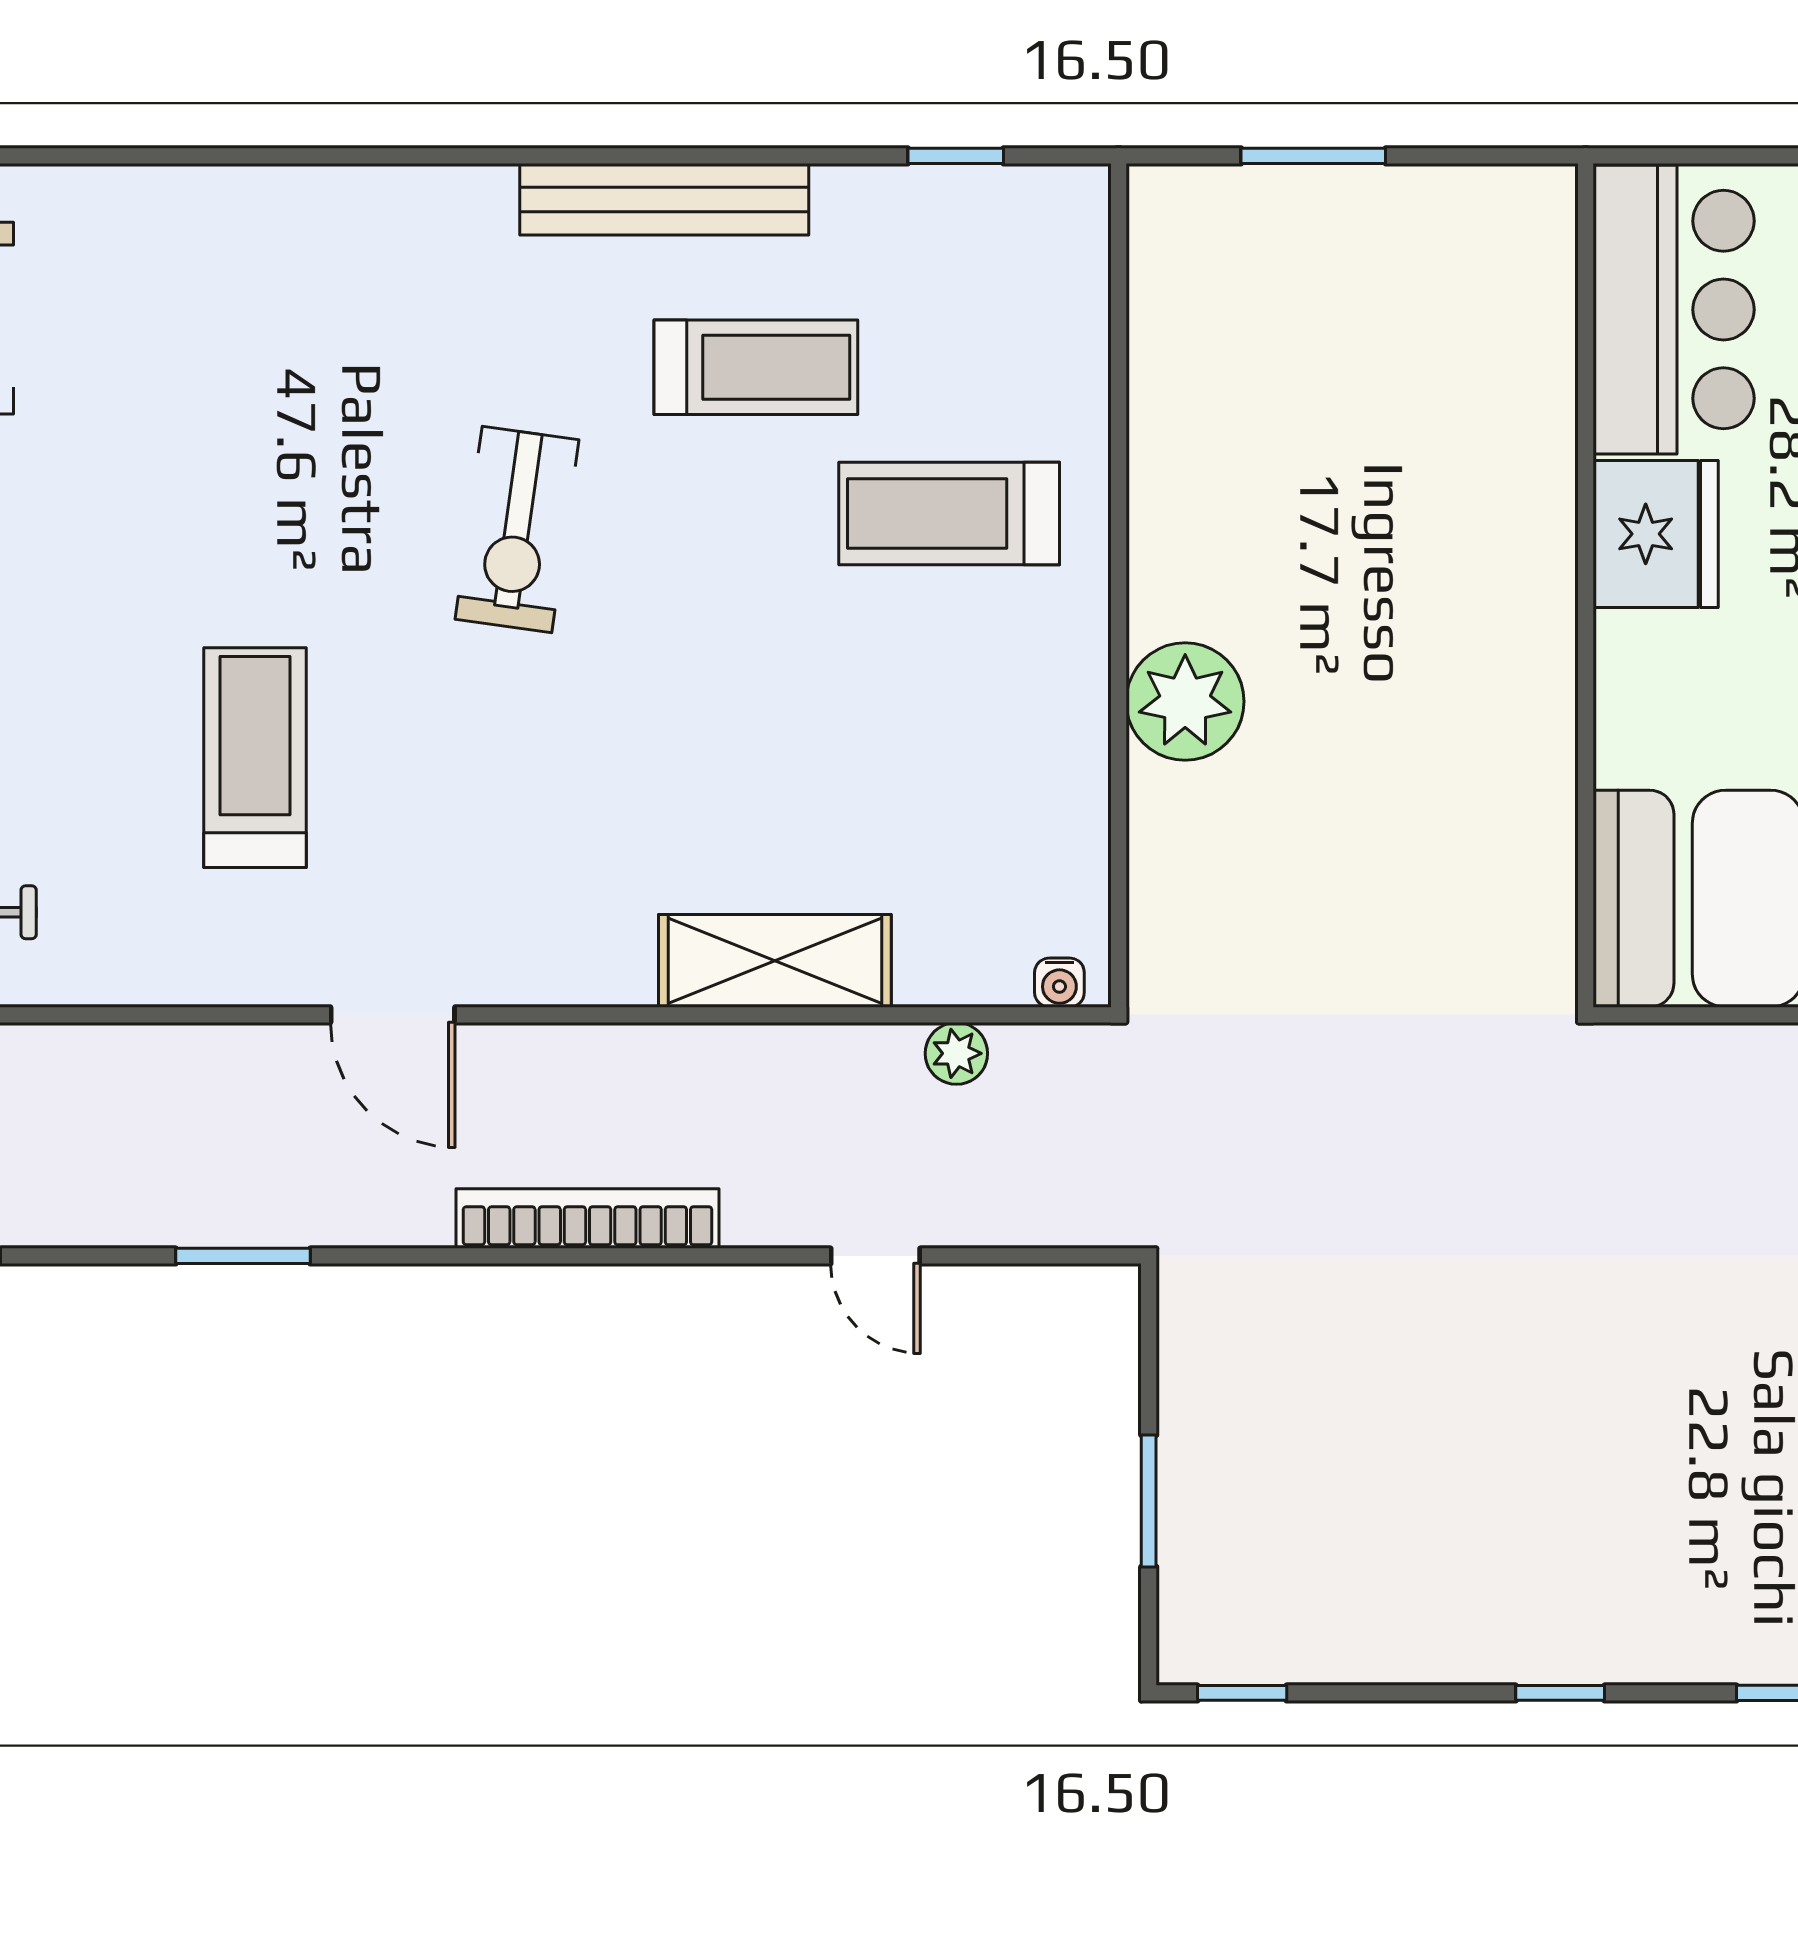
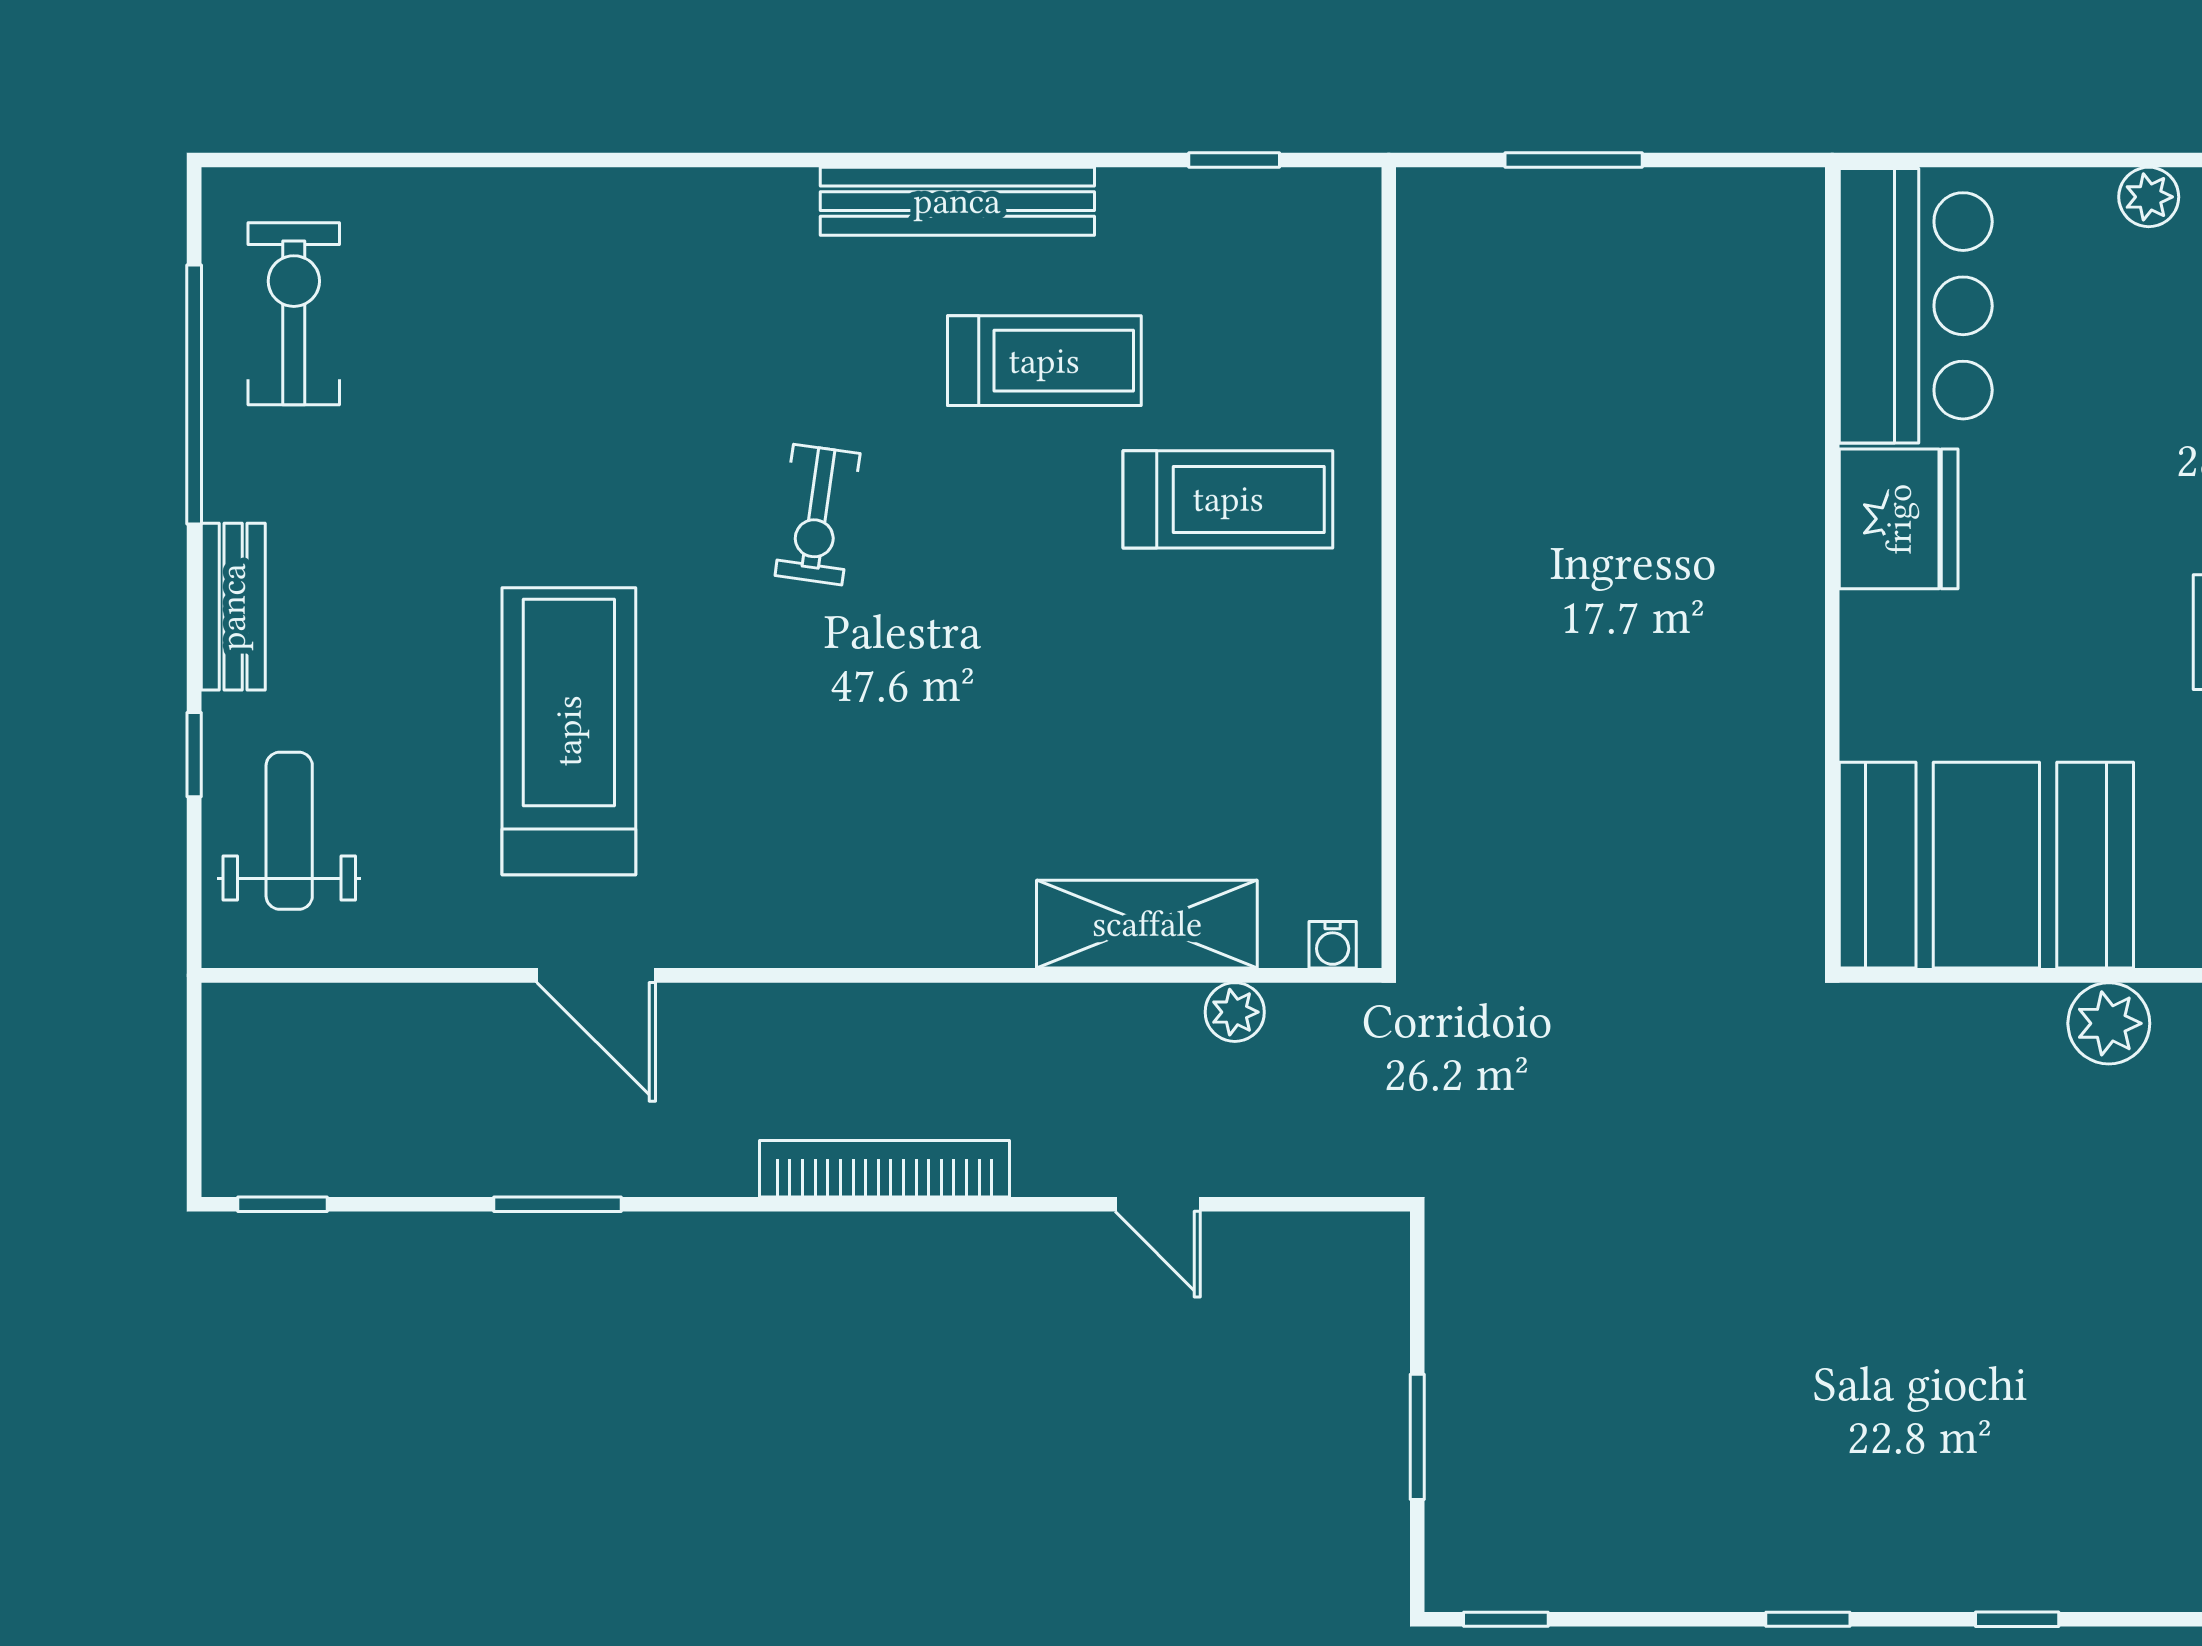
treadmill: (949, 514) -> (1228, 499), turned 180
exercise bike: (517, 529) -> (818, 515), width x0.73, depth x0.72
plant: (1185, 702) -> (1452, 678), removed
treadmill: (255, 758) -> (569, 731), width x1.37, depth x1.38
shelving: (775, 961) -> (1147, 924), moved
door: (393, 1015) -> (596, 975), moved

